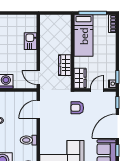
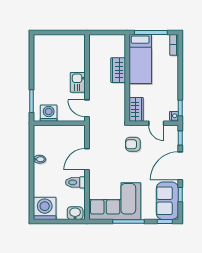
kitchen sink: (31, 41) -> (78, 82), moved
wardrobe: (65, 65) -> (118, 70), moved
door: (97, 90) -> (156, 123), swing flipped
door: (38, 109) -> (87, 159), moved

